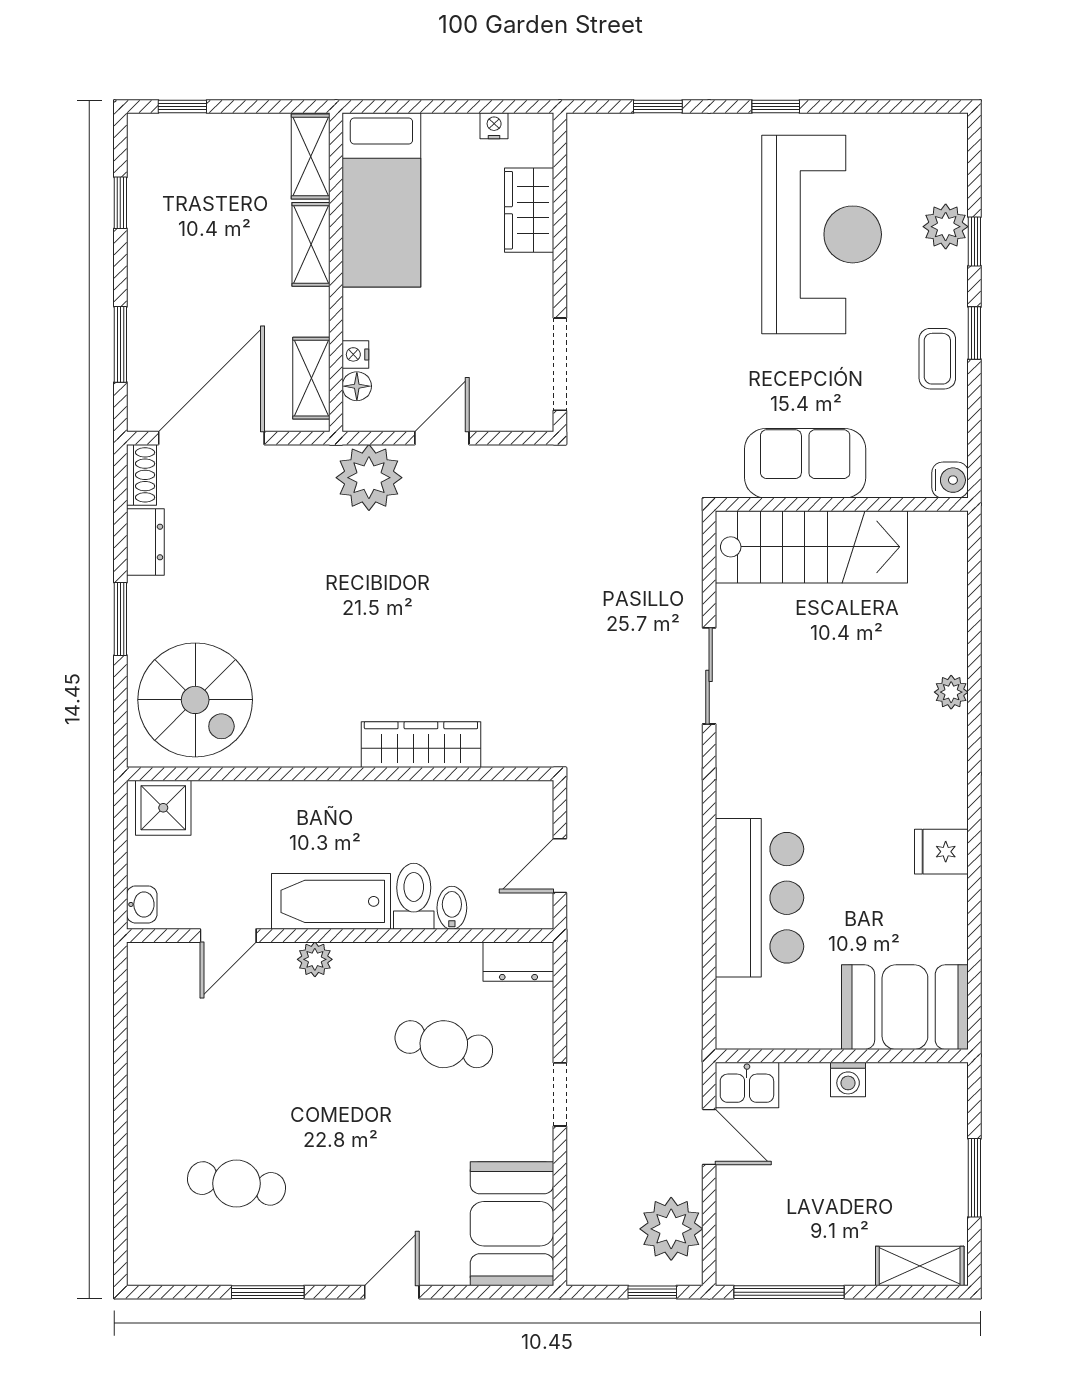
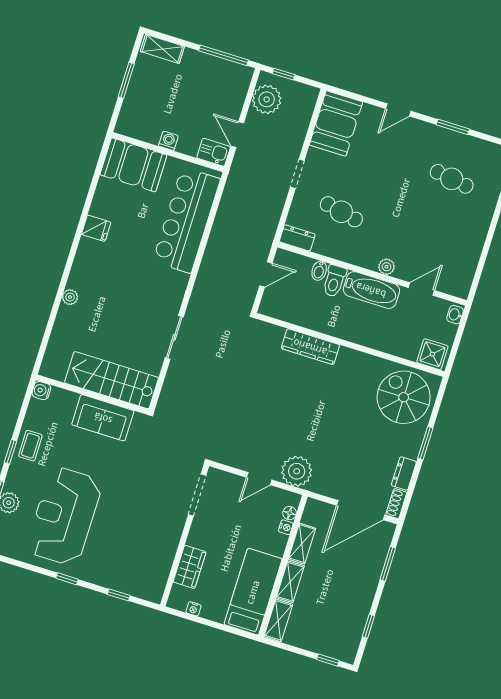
shelving: (311, 378) -> (302, 544), moved
bar counter: (759, 898) -> (186, 220), width x1.36

